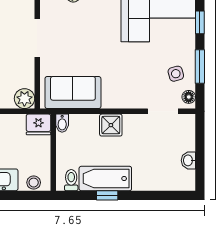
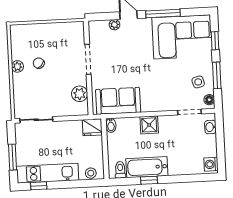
plant: (24, 99) -> (80, 94), moved
washbasin: (188, 160) -> (210, 127), moved
washing machine: (187, 179) -> (211, 164), added

